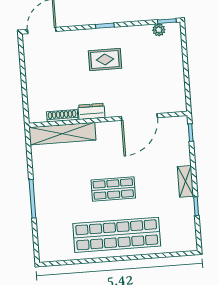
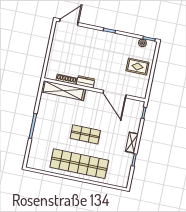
rug: (105, 60) -> (137, 66), moved
door: (139, 117) -> (115, 94), hinge flipped

